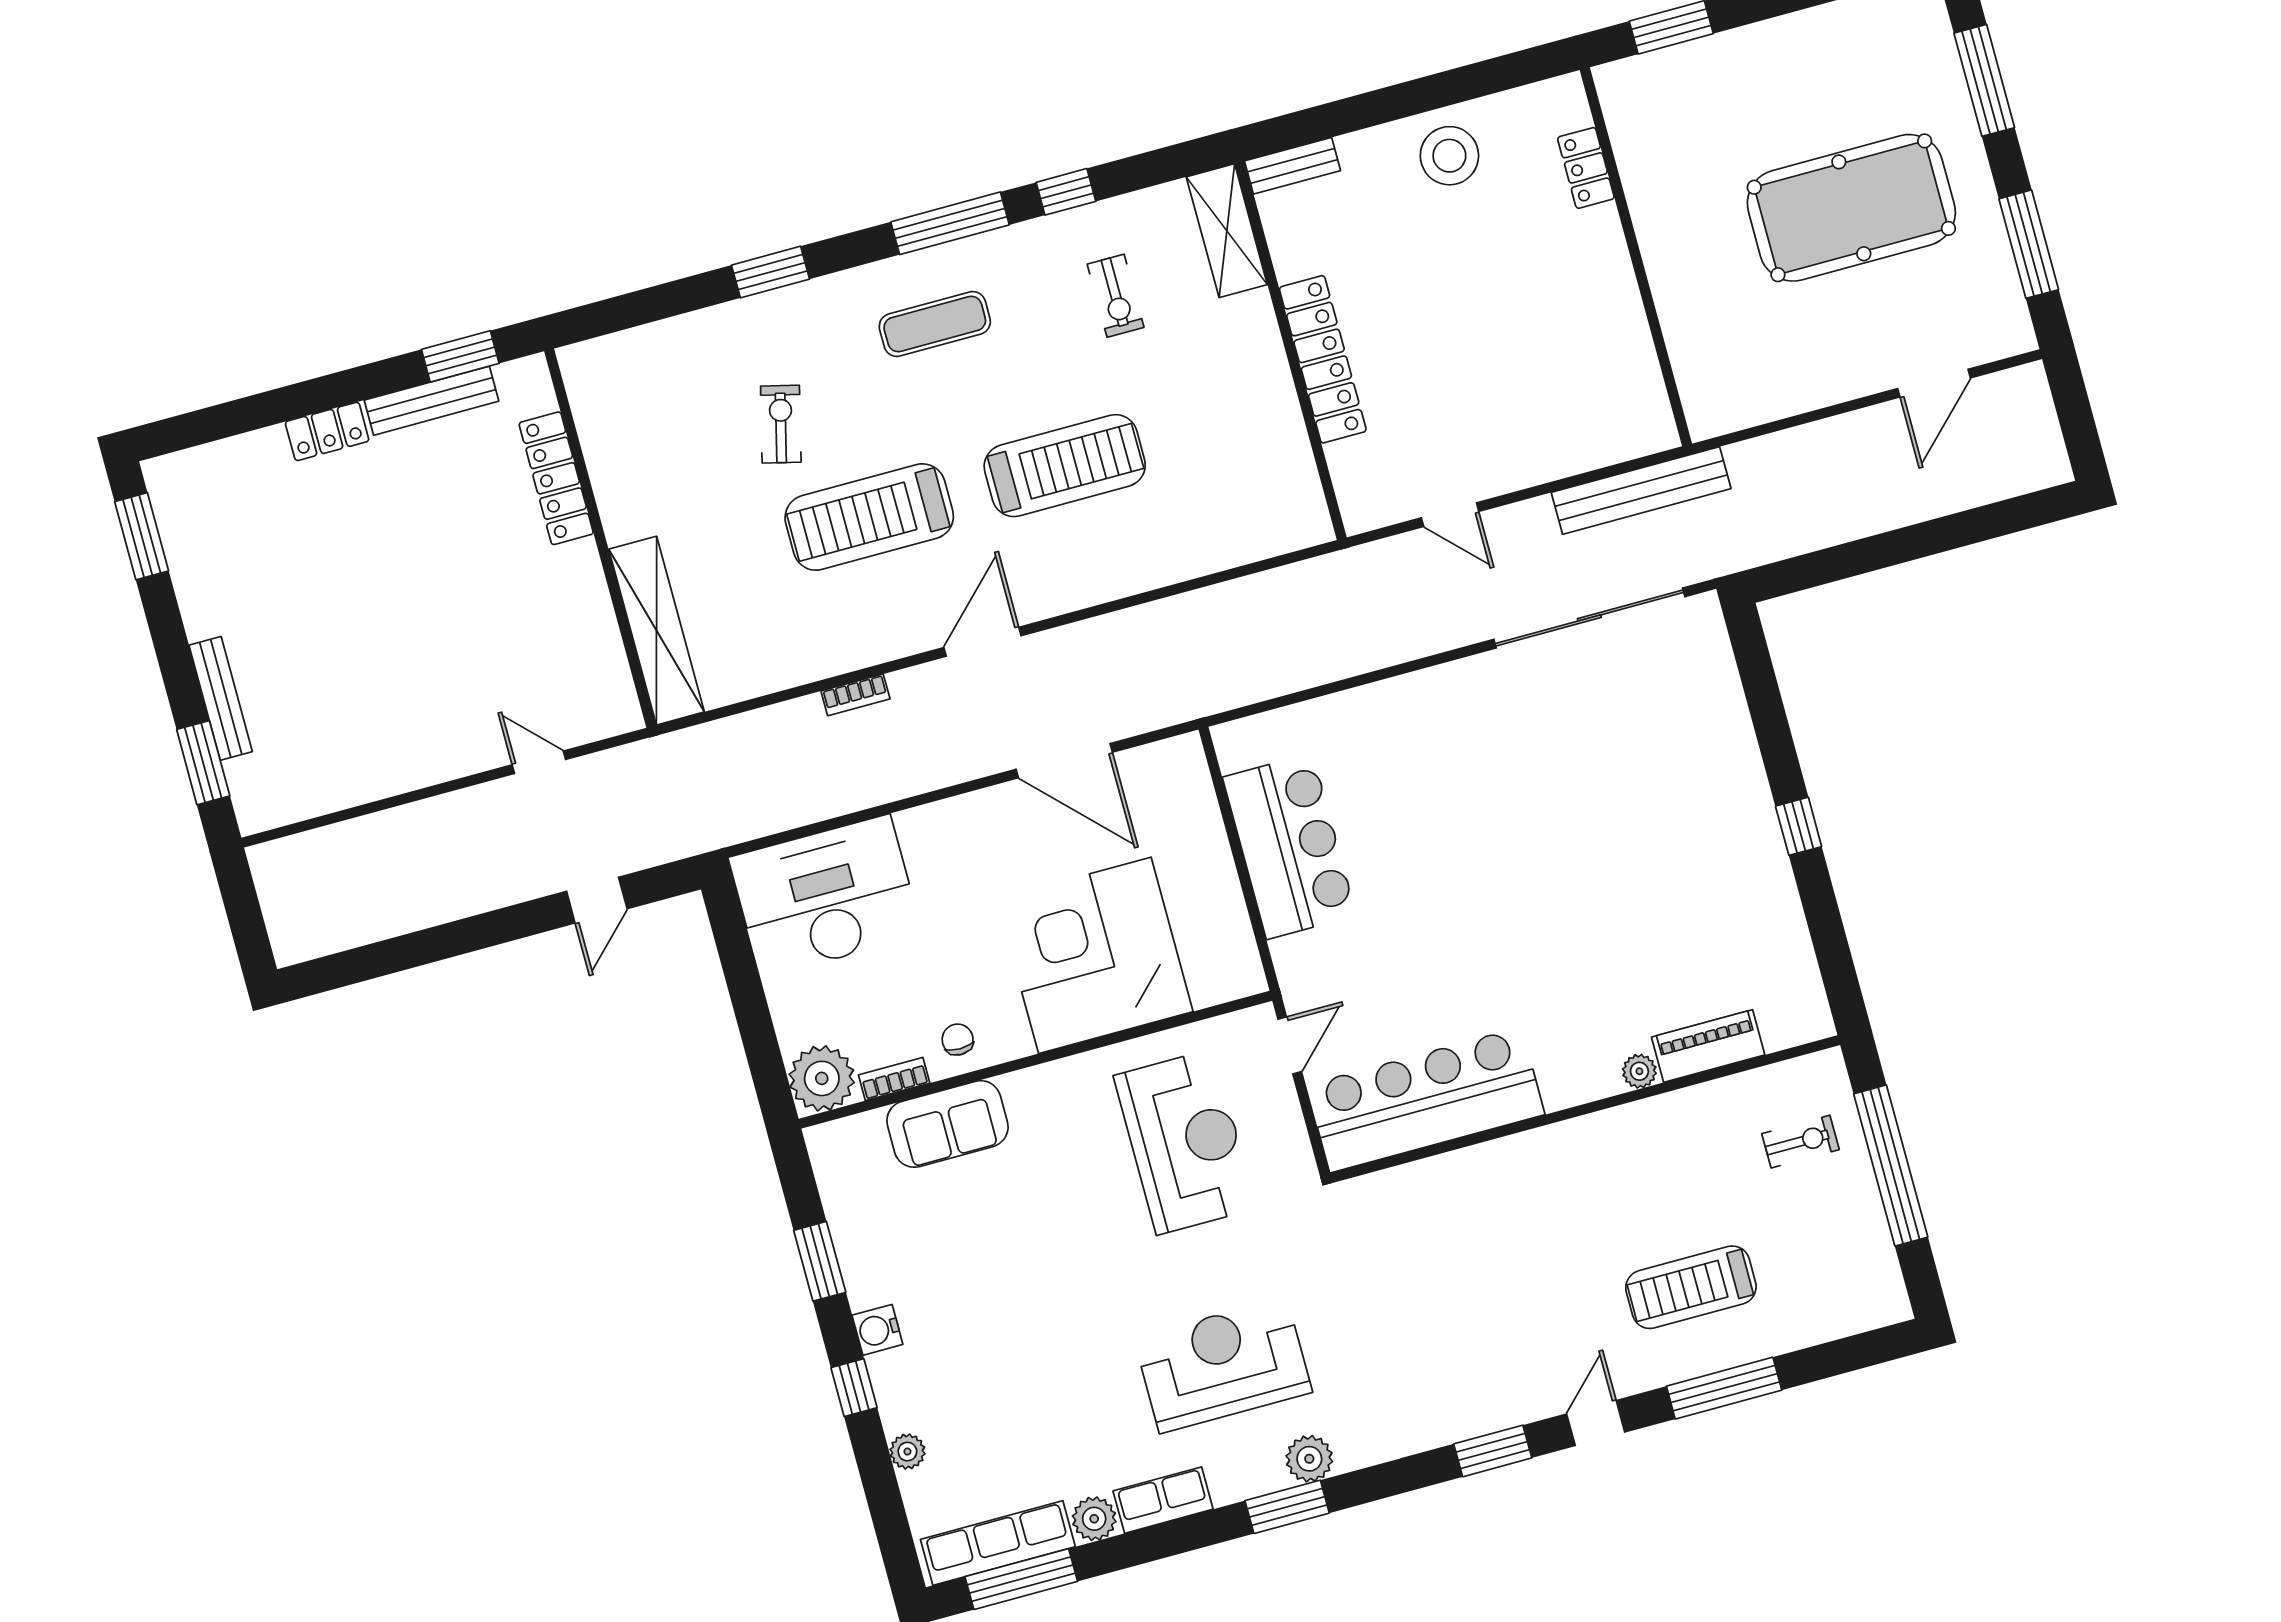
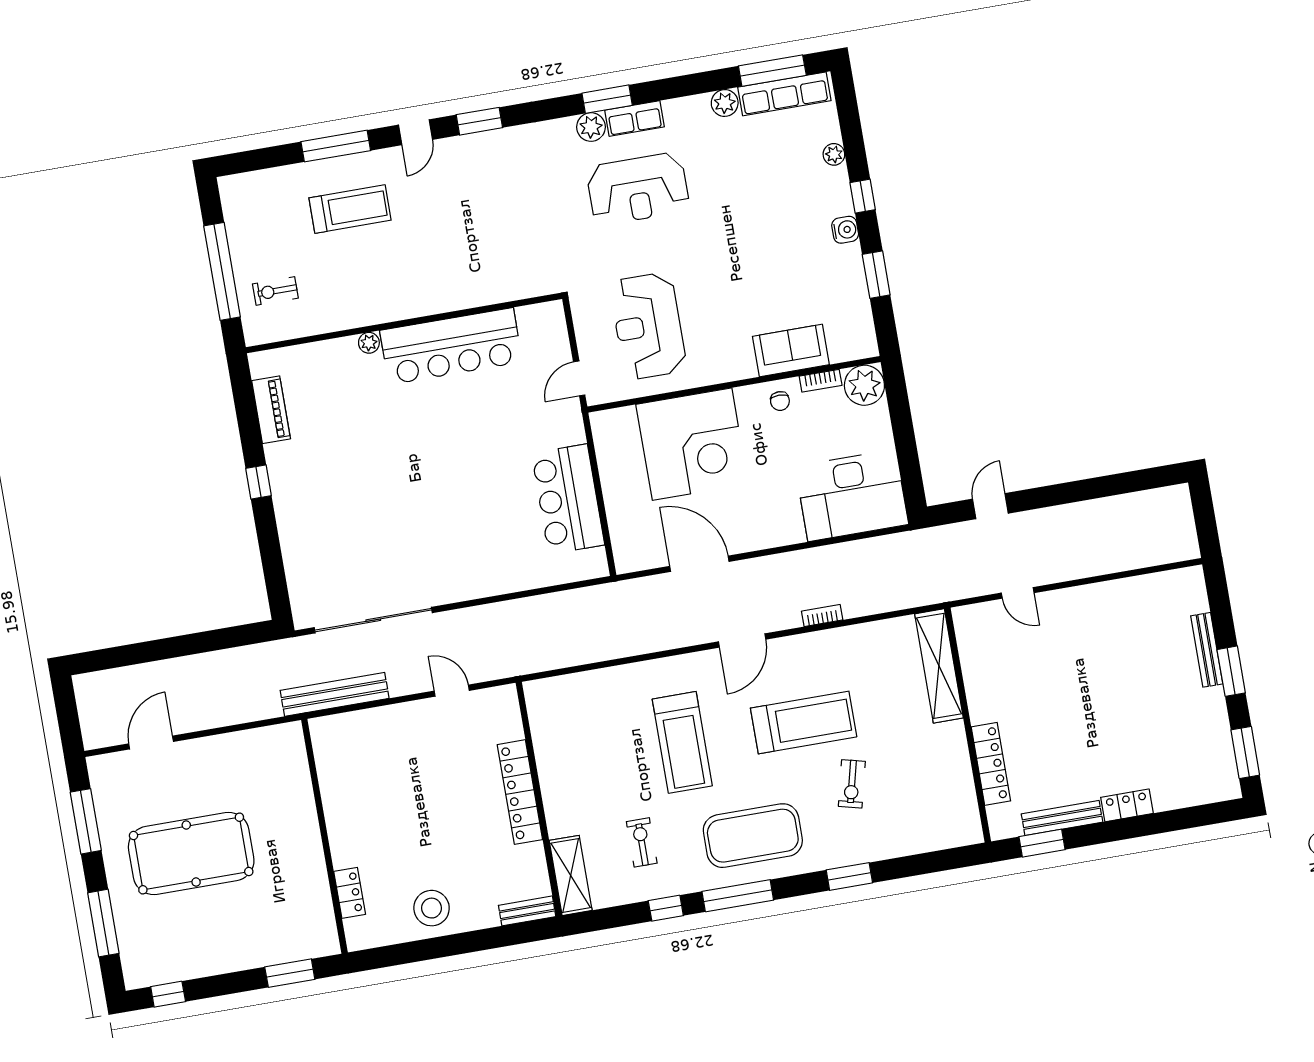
exercise mat: (935, 324) -> (753, 836), width x2.00, depth x1.45
treadmill: (1065, 466) -> (682, 742), turned -90
window: (203, 763) -> (1231, 671), moved
piano: (1708, 1046) -> (271, 410), moved, turned -90
bar counter: (1426, 1100) -> (451, 346), moved
row of seats: (1163, 1500) -> (635, 119), moved

